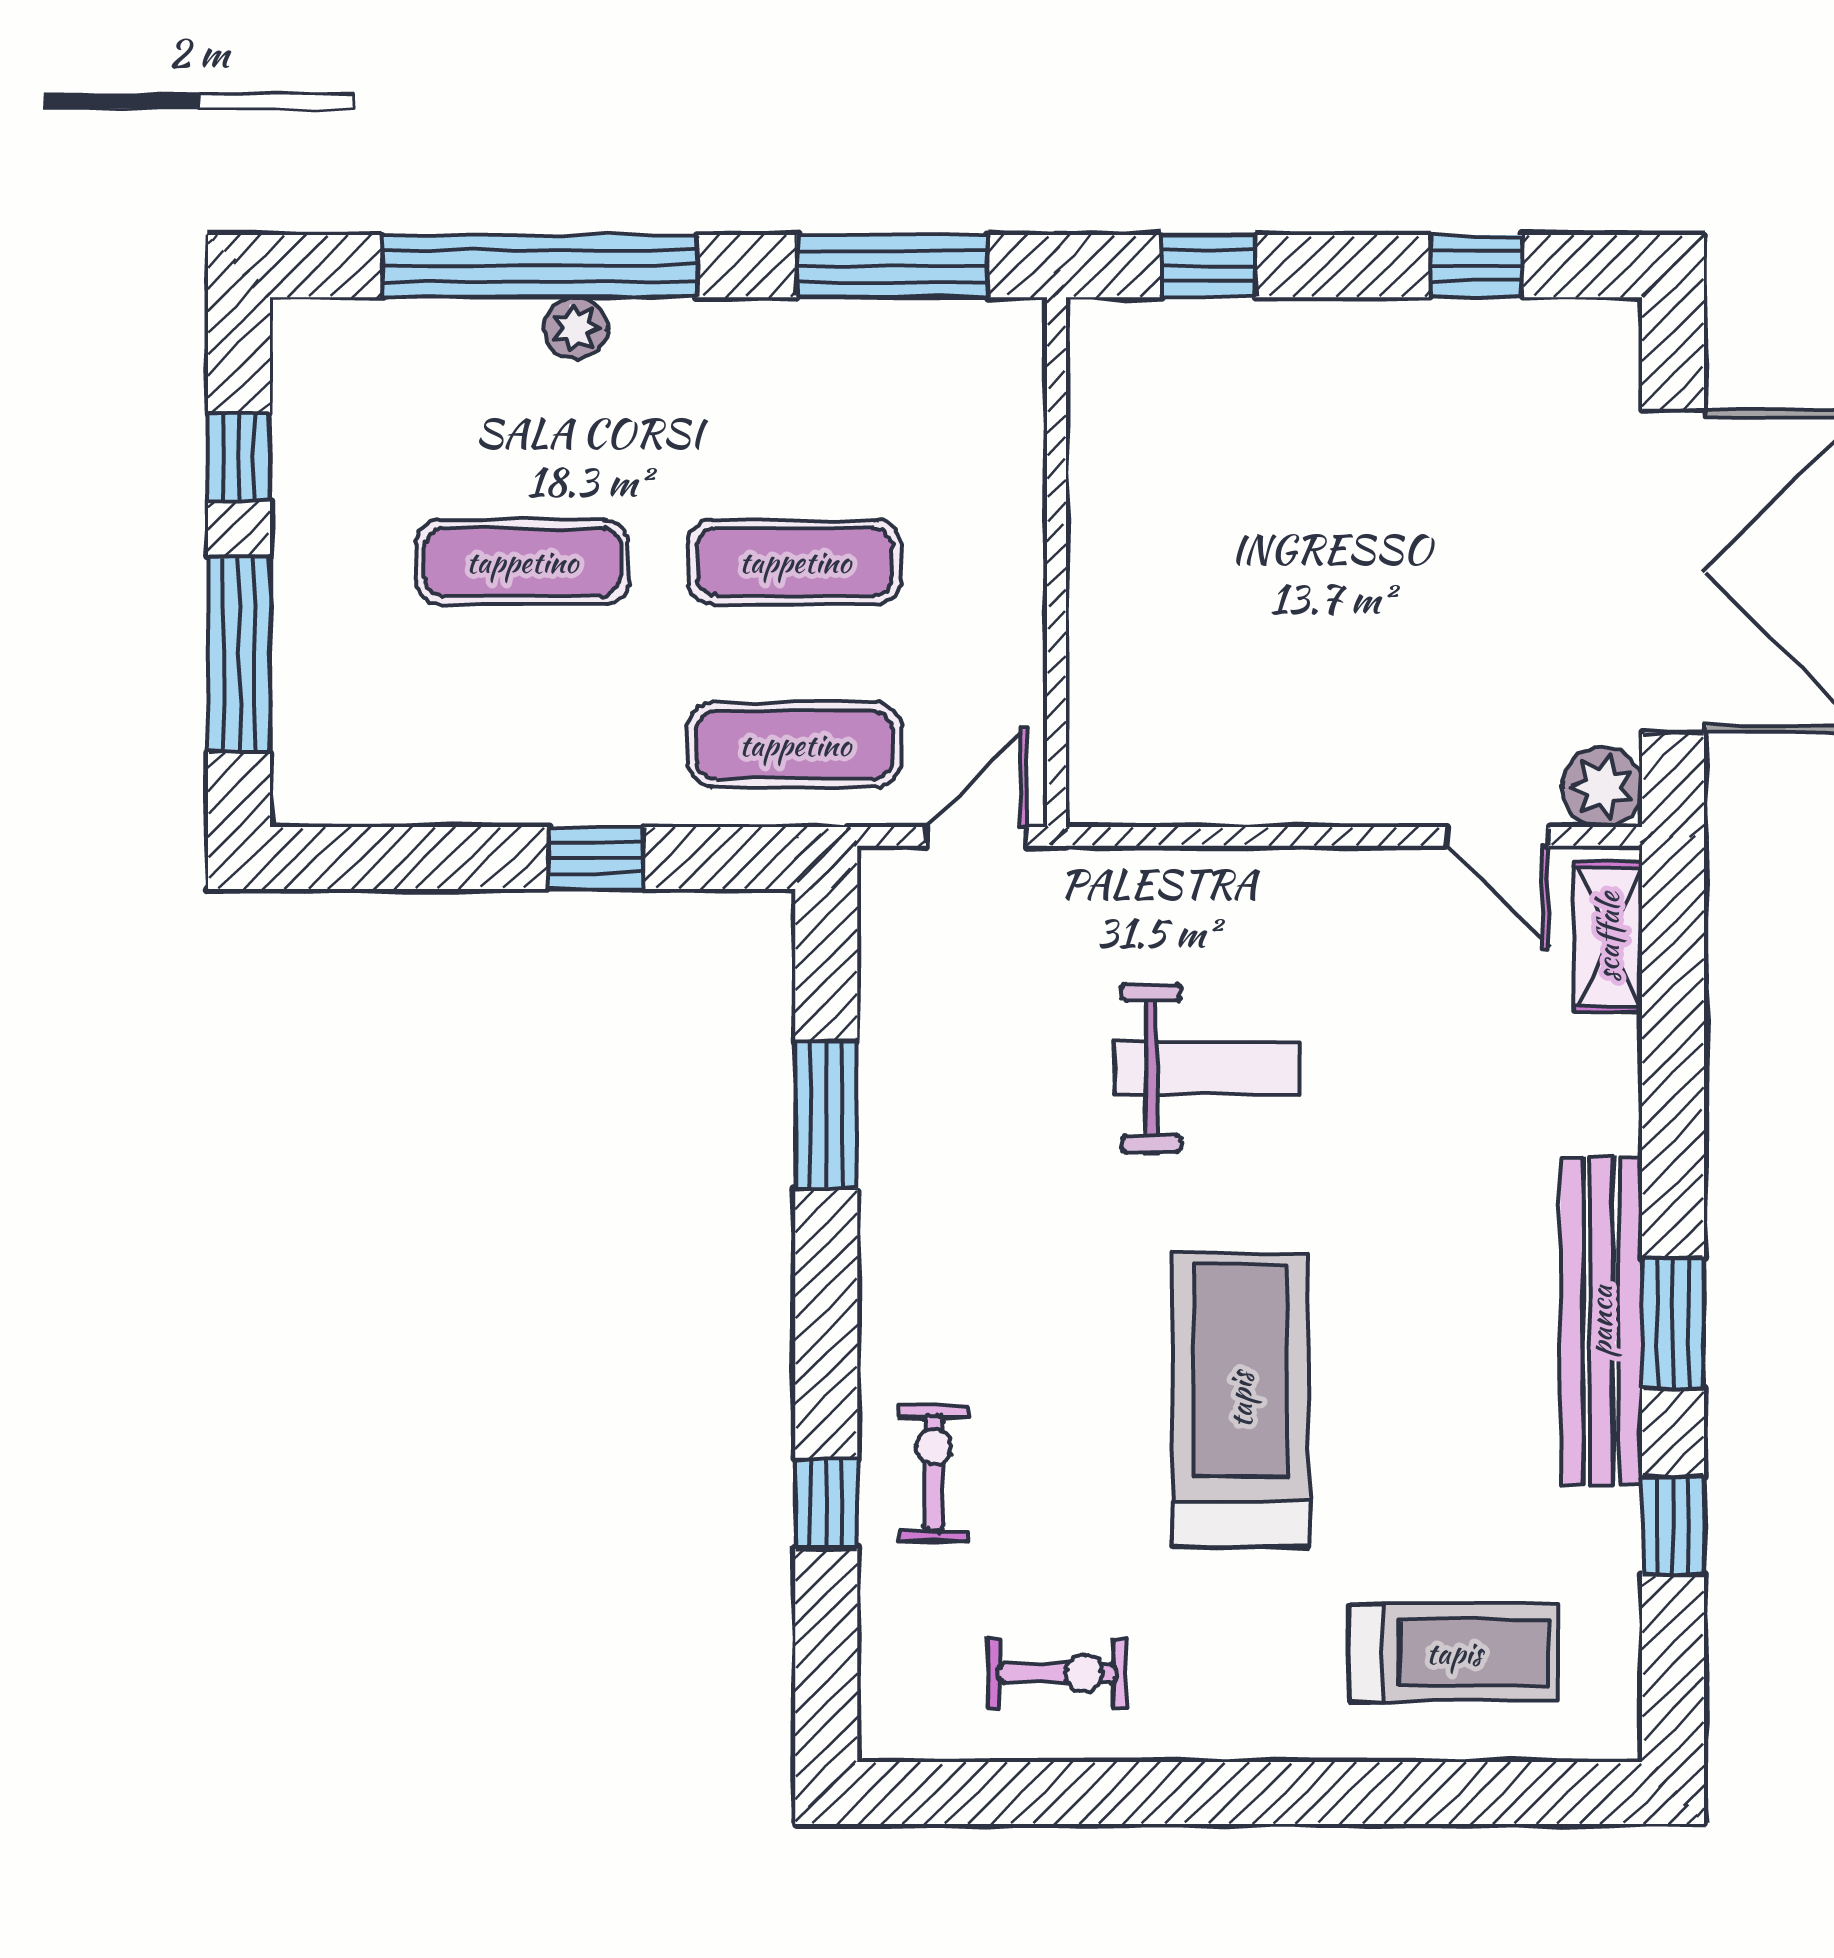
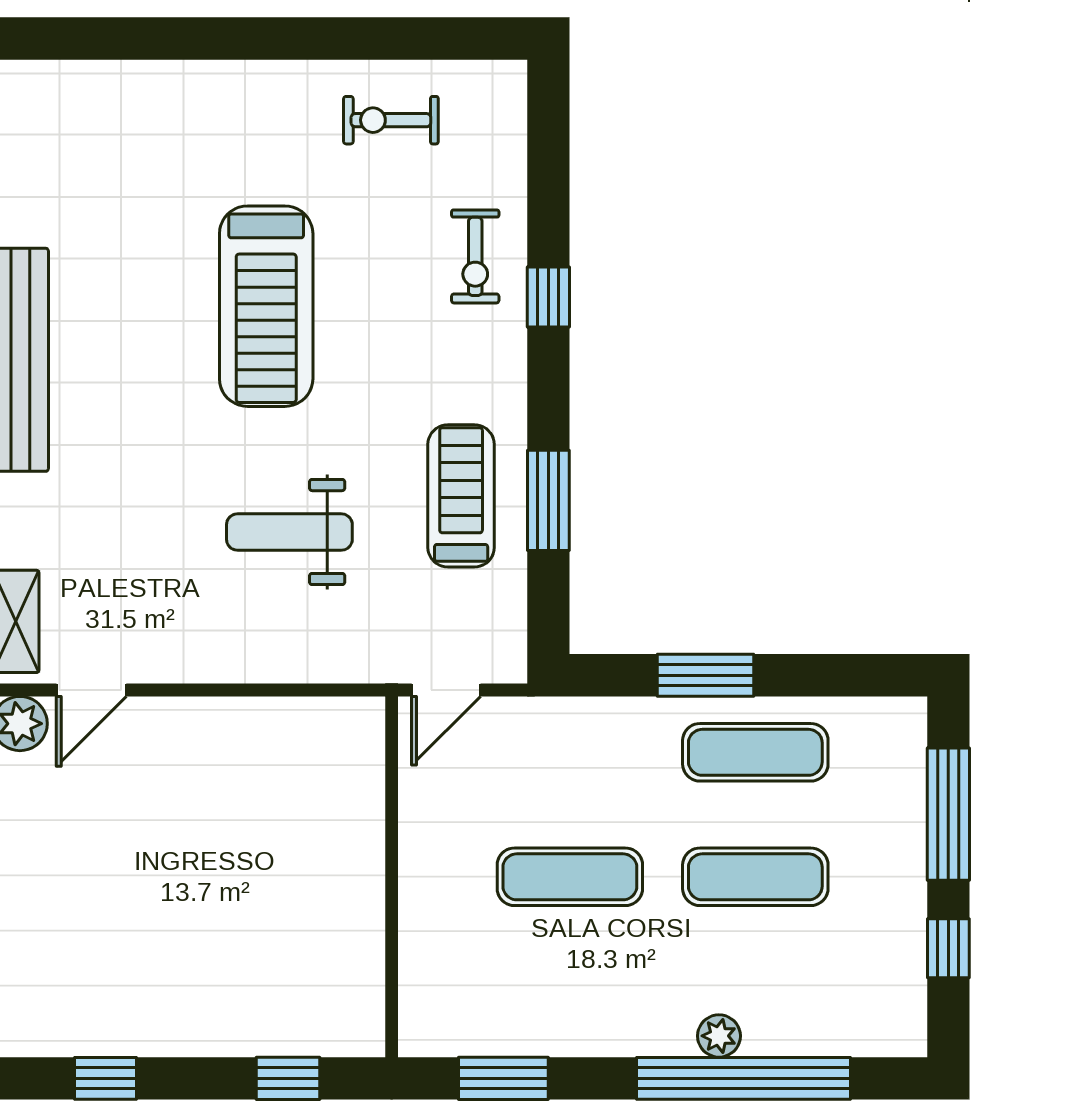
window: (892, 266) -> (503, 1078), width x0.69
exercise mat: (795, 745) -> (755, 752), moved
door: (1497, 836) -> (91, 690), swing flipped
window: (596, 858) -> (705, 675), width x1.50
window: (826, 1504) -> (548, 297), moved
treadmill: (1454, 1653) -> (461, 496), moved, turned 90

